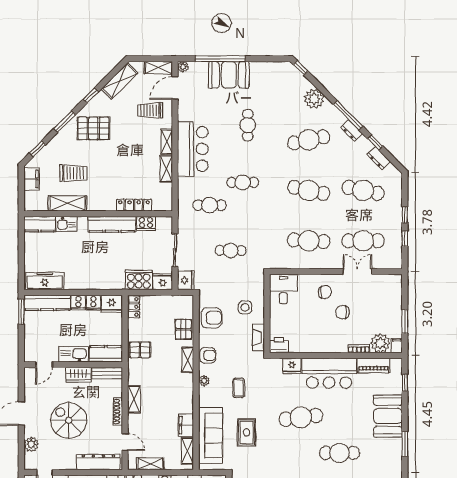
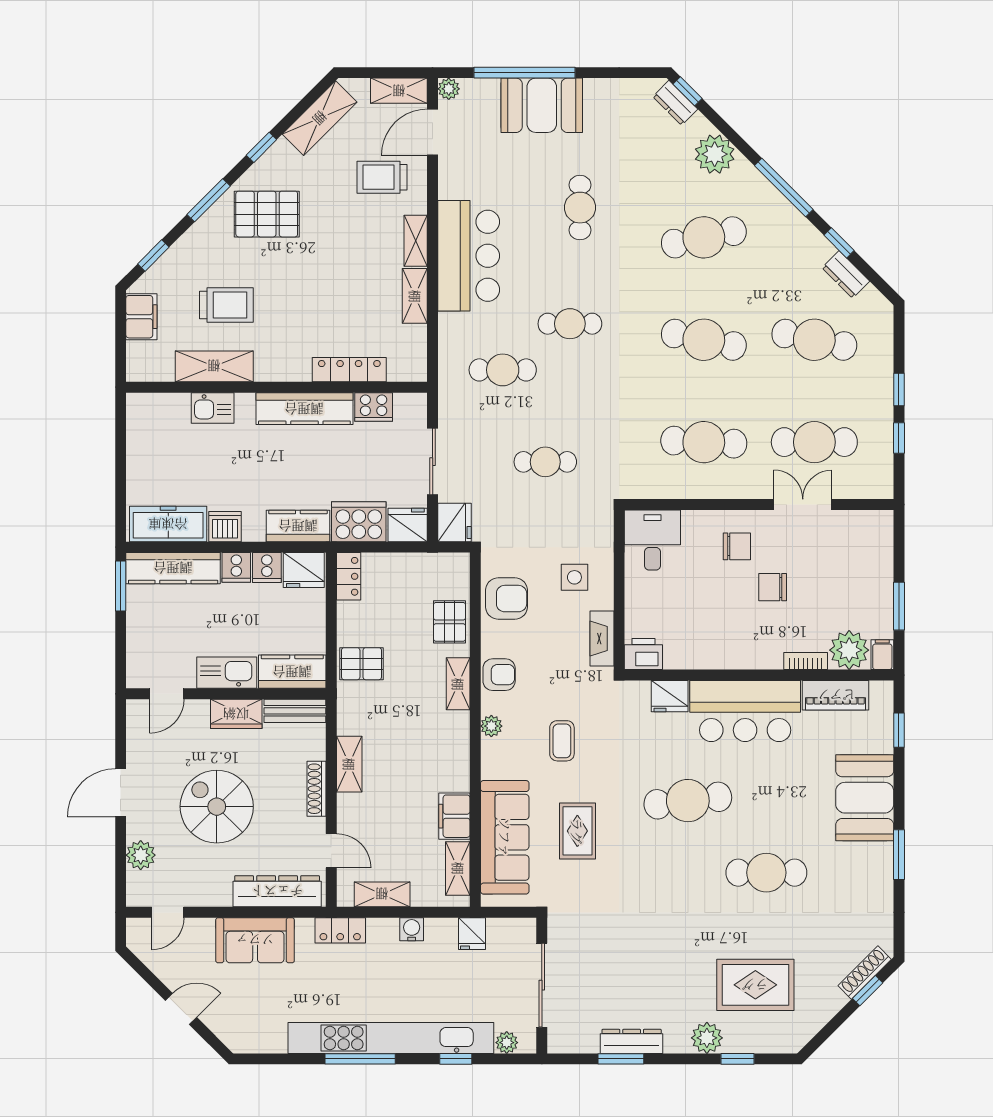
dresser: (352, 131) -> (675, 103), moved
kitchen counter: (40, 224) -> (298, 526), moved, turned 180
dishwasher: (73, 282) -> (225, 527), added

